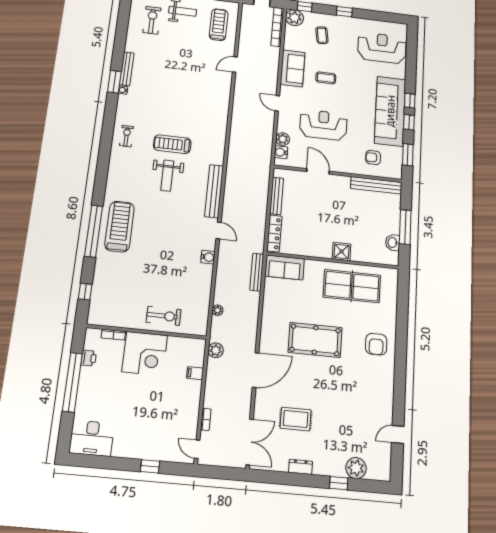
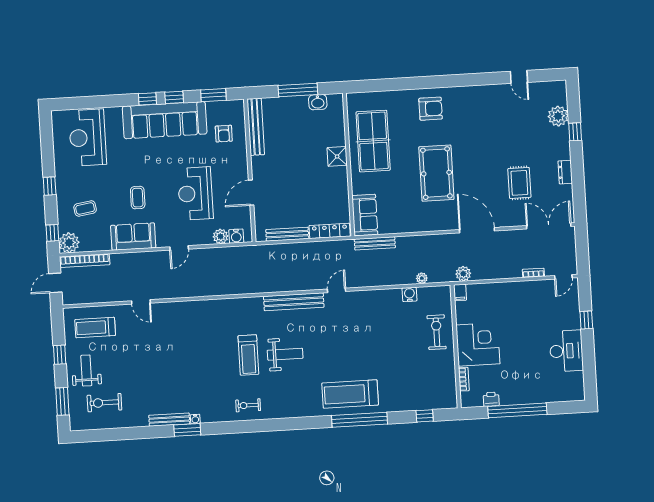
water cooler: (208, 257) -> (409, 294), moved
filing cabinet: (195, 373) -> (460, 293), moved
desk: (92, 438) -> (566, 351), moved

